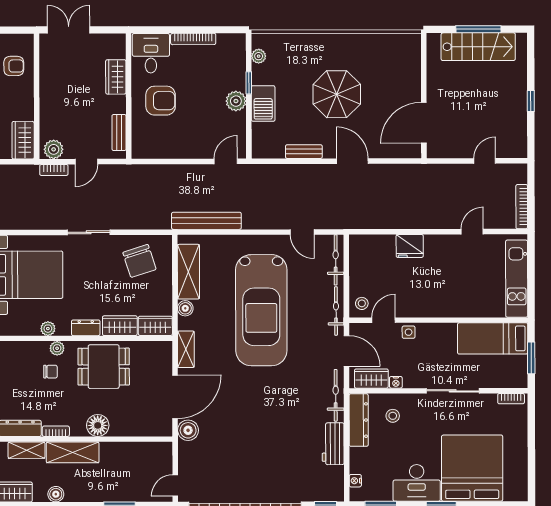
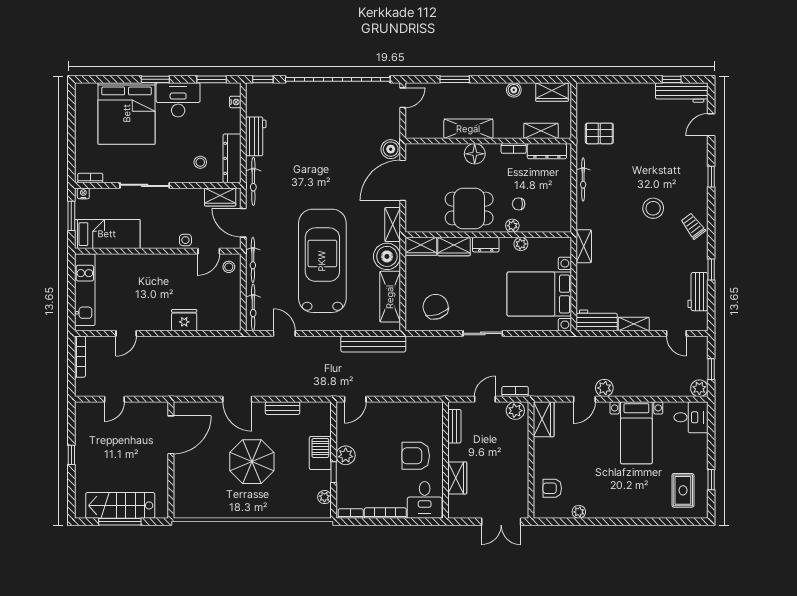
bookcase: (230, 38) -> (351, 513), added
boiler: (185, 308) -> (387, 256), width x1.86, depth x1.86
nightstand: (396, 382) -> (83, 193), moved
shelving: (73, 452) -> (468, 129), moved

